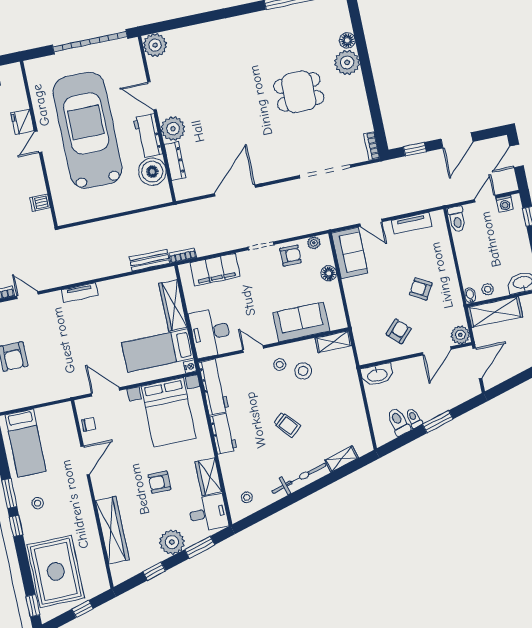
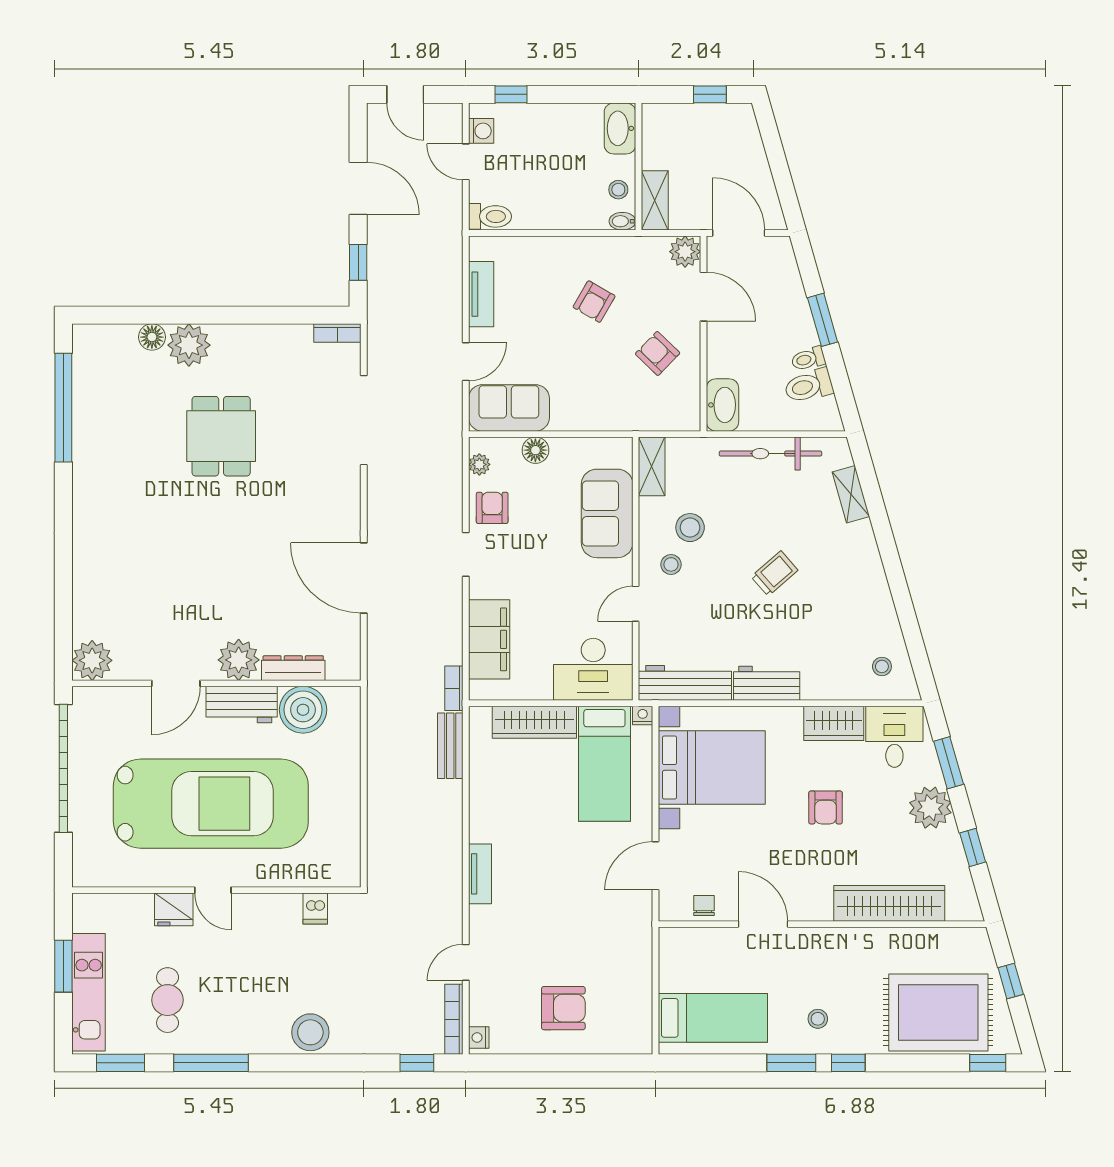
car: (87, 130) -> (211, 804), turned 180
shelving: (495, 312) -> (655, 200), width x0.67, depth x0.75
bicycle: (299, 478) -> (770, 454), moved, turned -74

